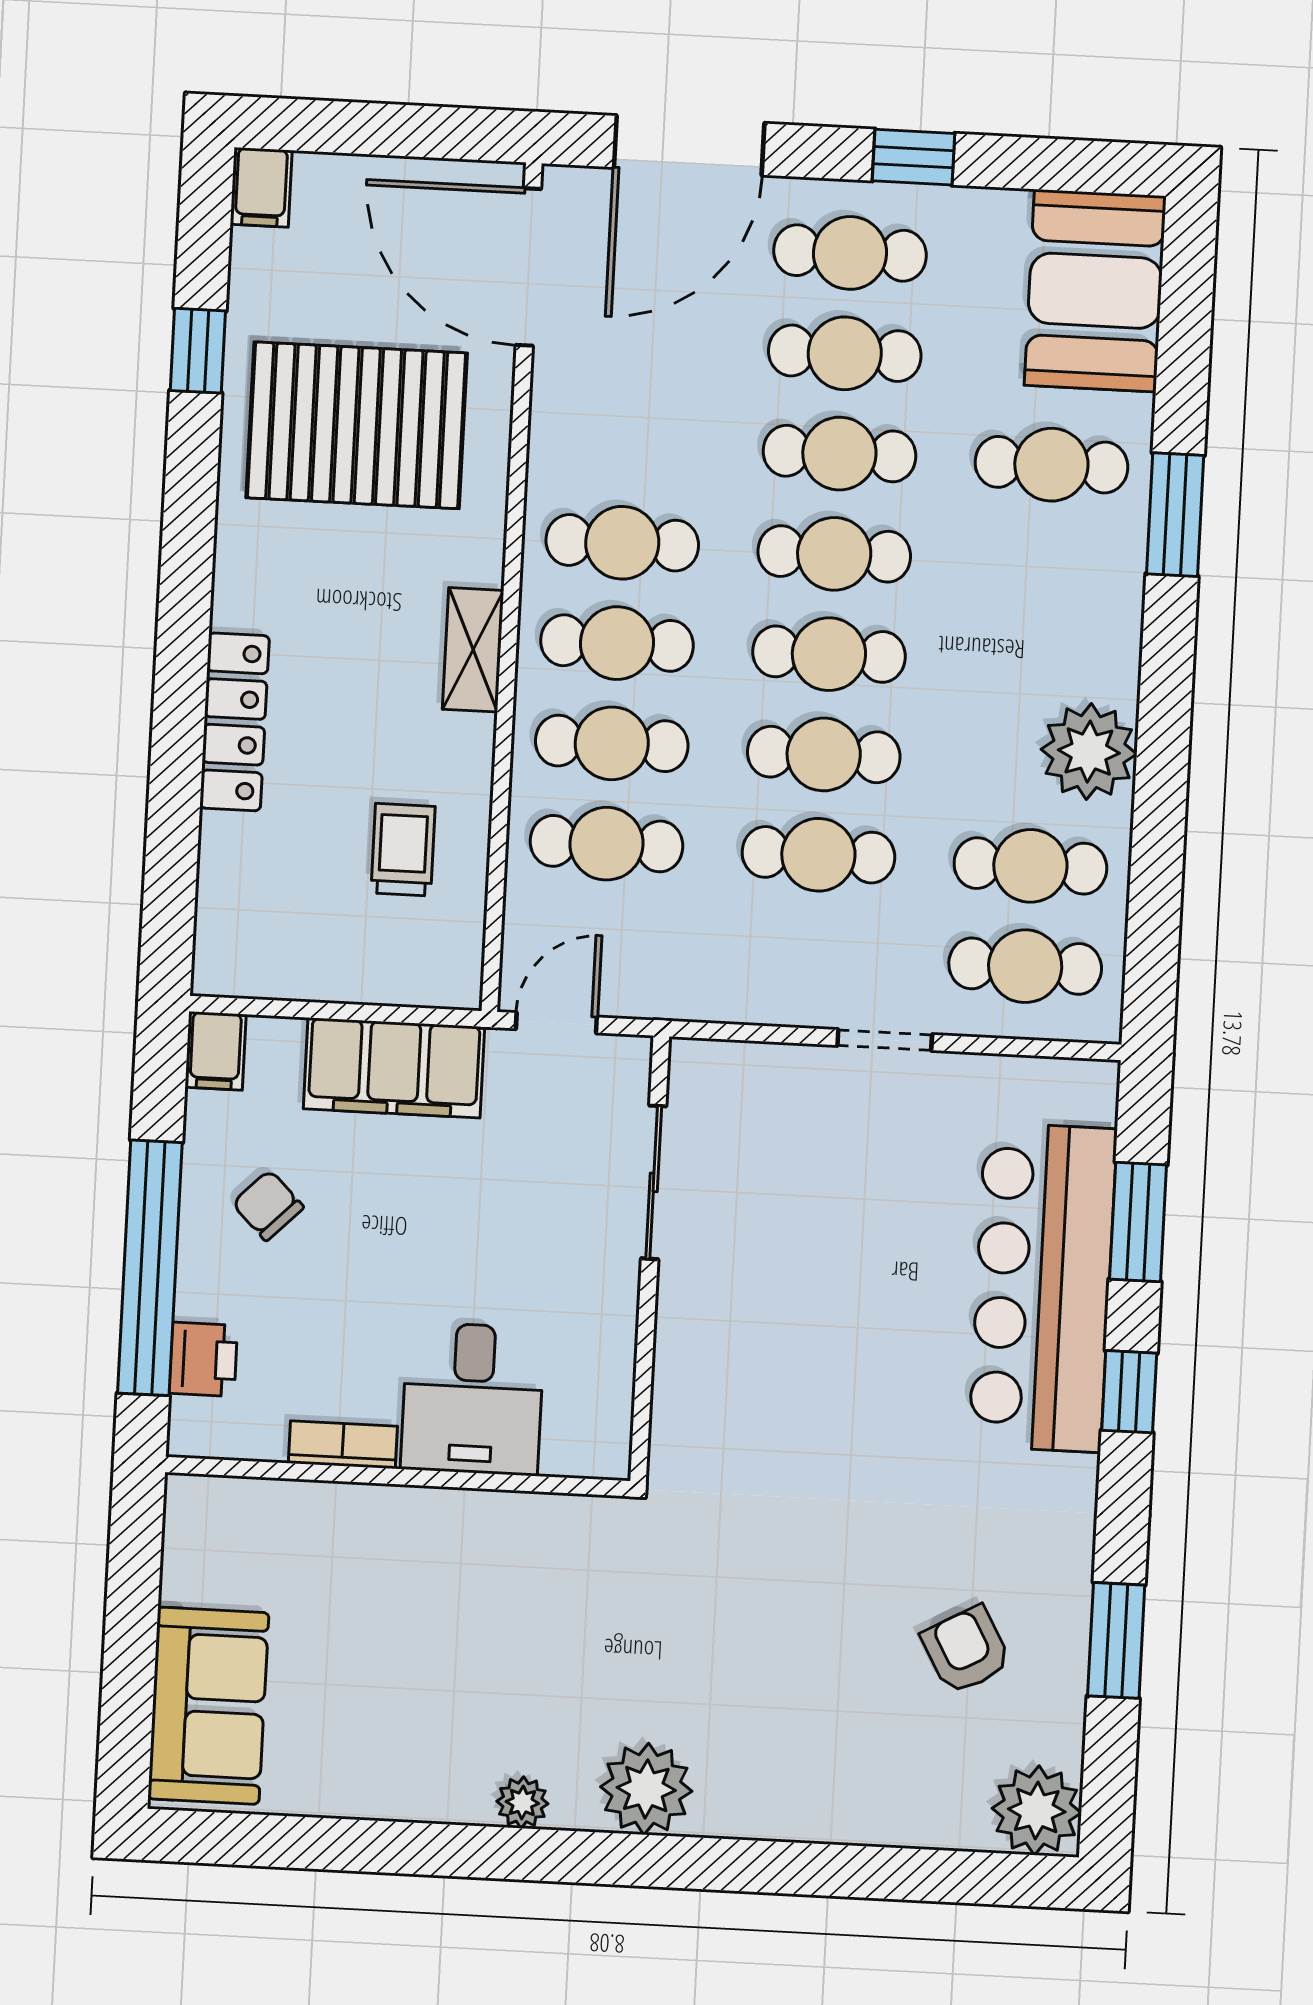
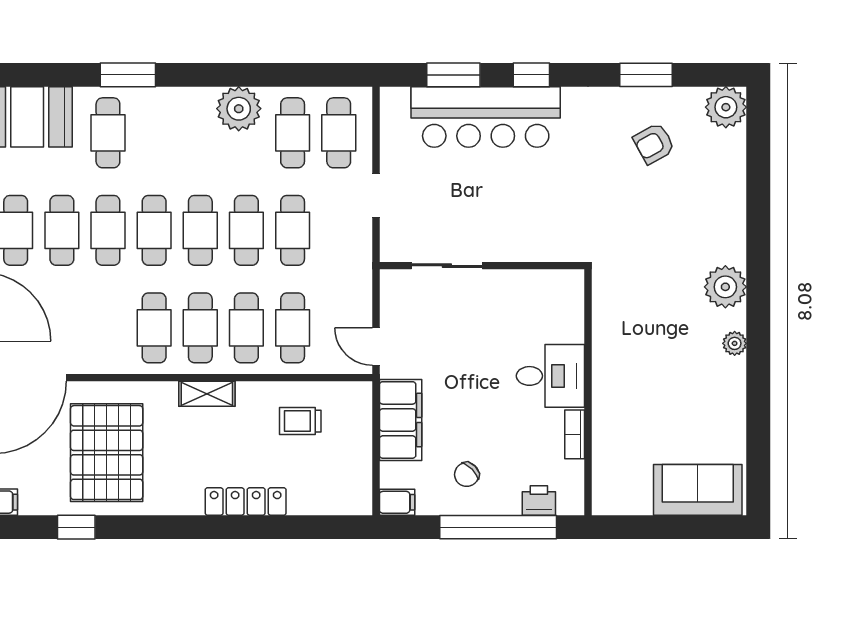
sliding door: (654, 1182) -> (447, 266), moved
wall: (650, 1259) -> (482, 266), moved

